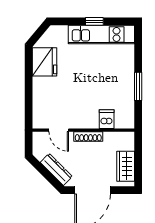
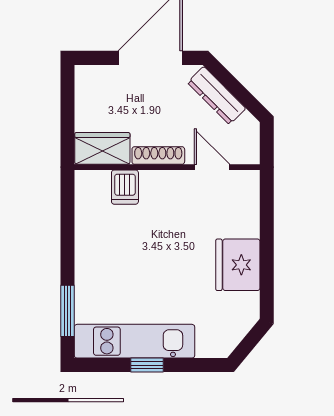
fridge: (45, 62) -> (238, 265), moved
window: (138, 86) -> (67, 311), moved
wardrobe: (126, 166) -> (102, 148), moved, turned -90

